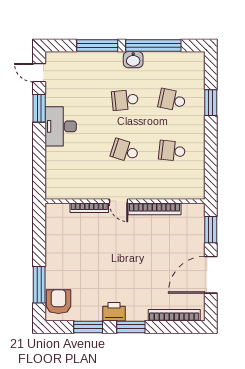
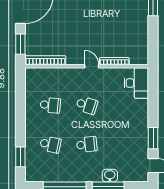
washbasin: (133, 60) -> (110, 176), moved
window: (211, 103) -> (20, 157), moved
desk: (61, 126) -> (136, 83), moved
bookcase: (155, 209) -> (45, 60), moved

